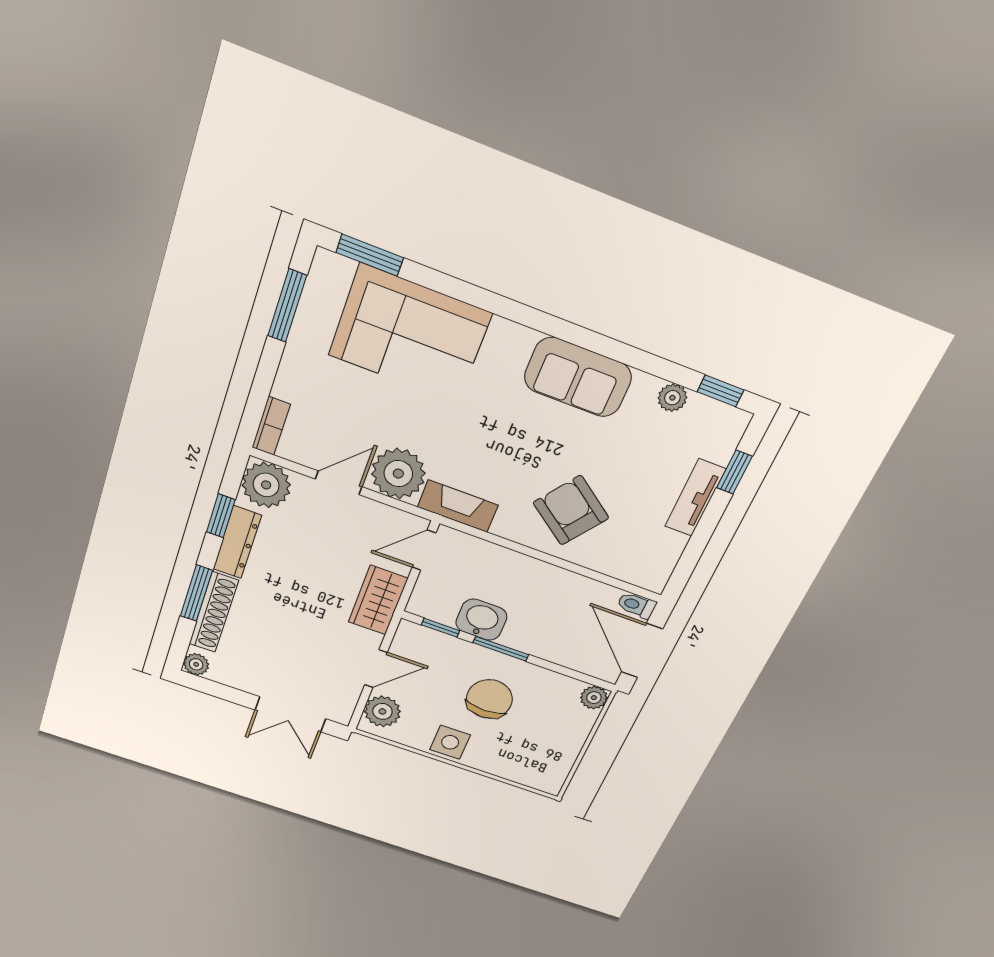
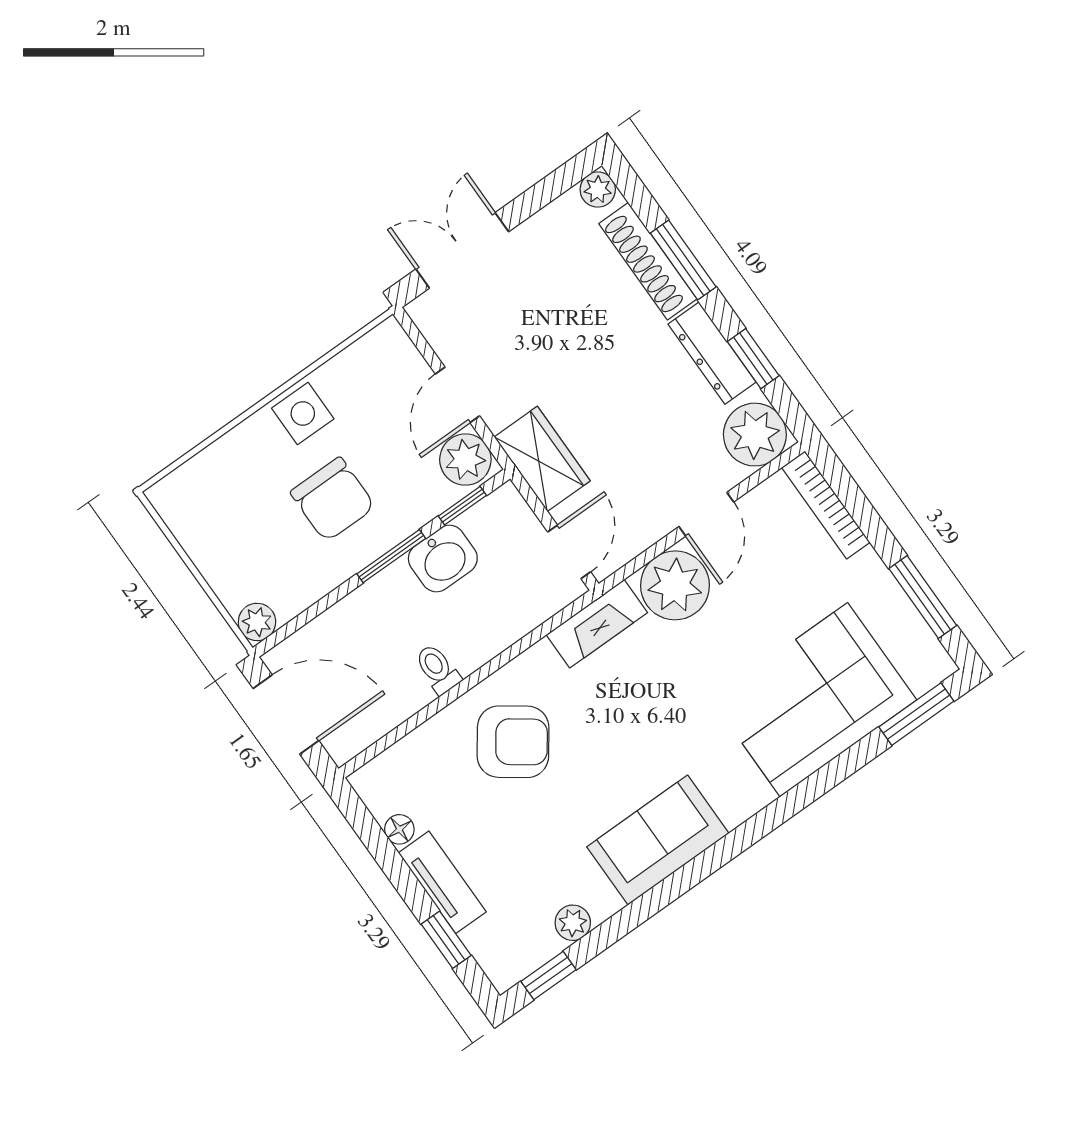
bookcase: (271, 426) -> (826, 505), width x1.56
floor lamp: (675, 544) -> (399, 829), added
toilet: (636, 605) -> (438, 669), moved, turned -90
plant: (382, 711) -> (465, 460), moved

